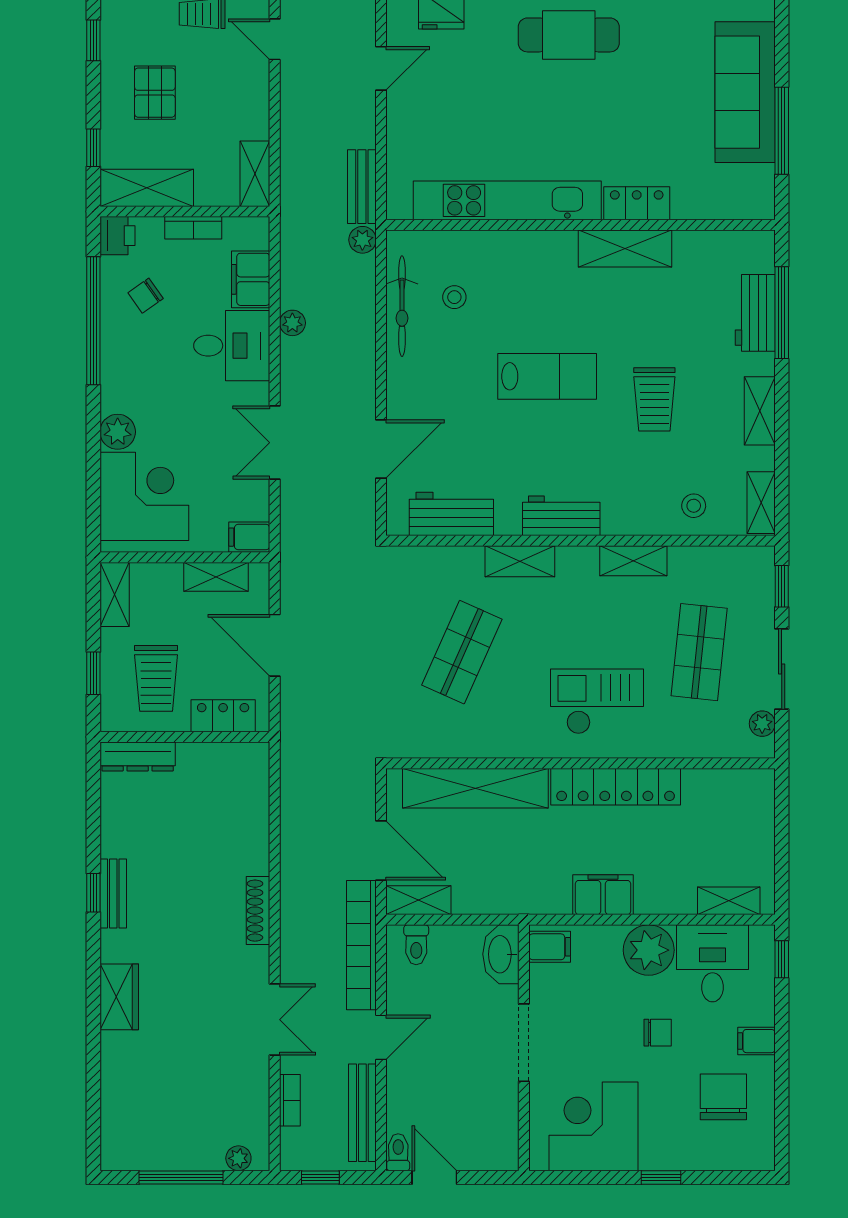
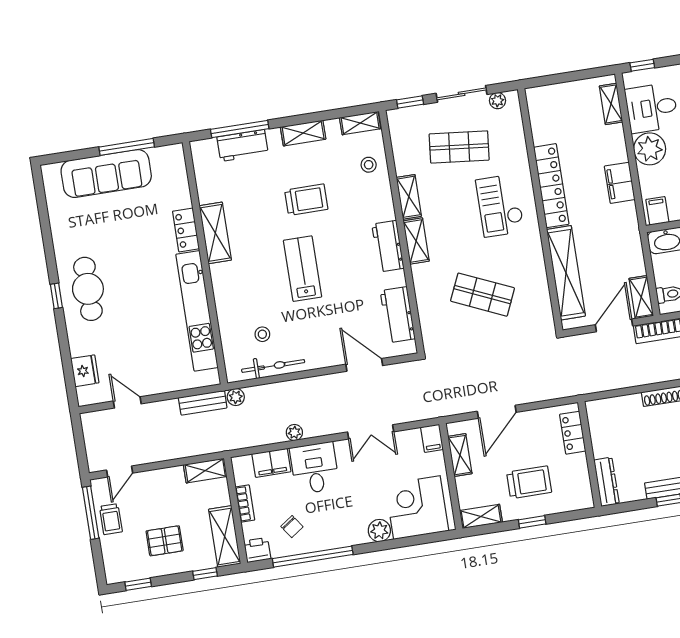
shelving: (520, 561) -> (416, 241), moved
locker: (223, 716) -> (573, 433), moved
wall: (185, 737) -> (590, 454), moved
dresser: (138, 757) -> (606, 482), moved

